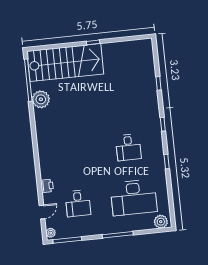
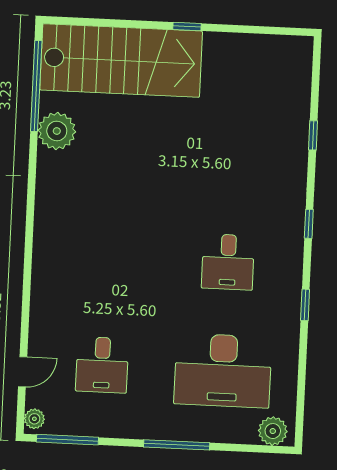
printer: (47, 186) -> (42, 317), removed

